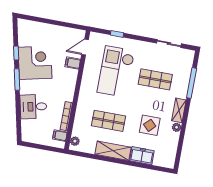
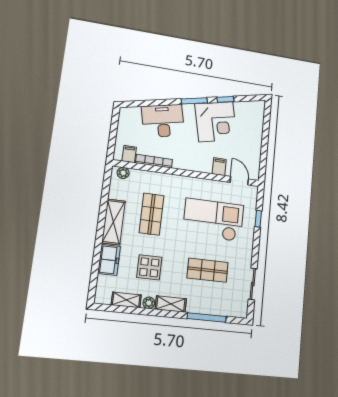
shop shelf: (155, 79) -> (208, 270), turned 90
desk: (33, 107) -> (163, 121), width x1.37
shelving: (173, 144) -> (126, 300), added

